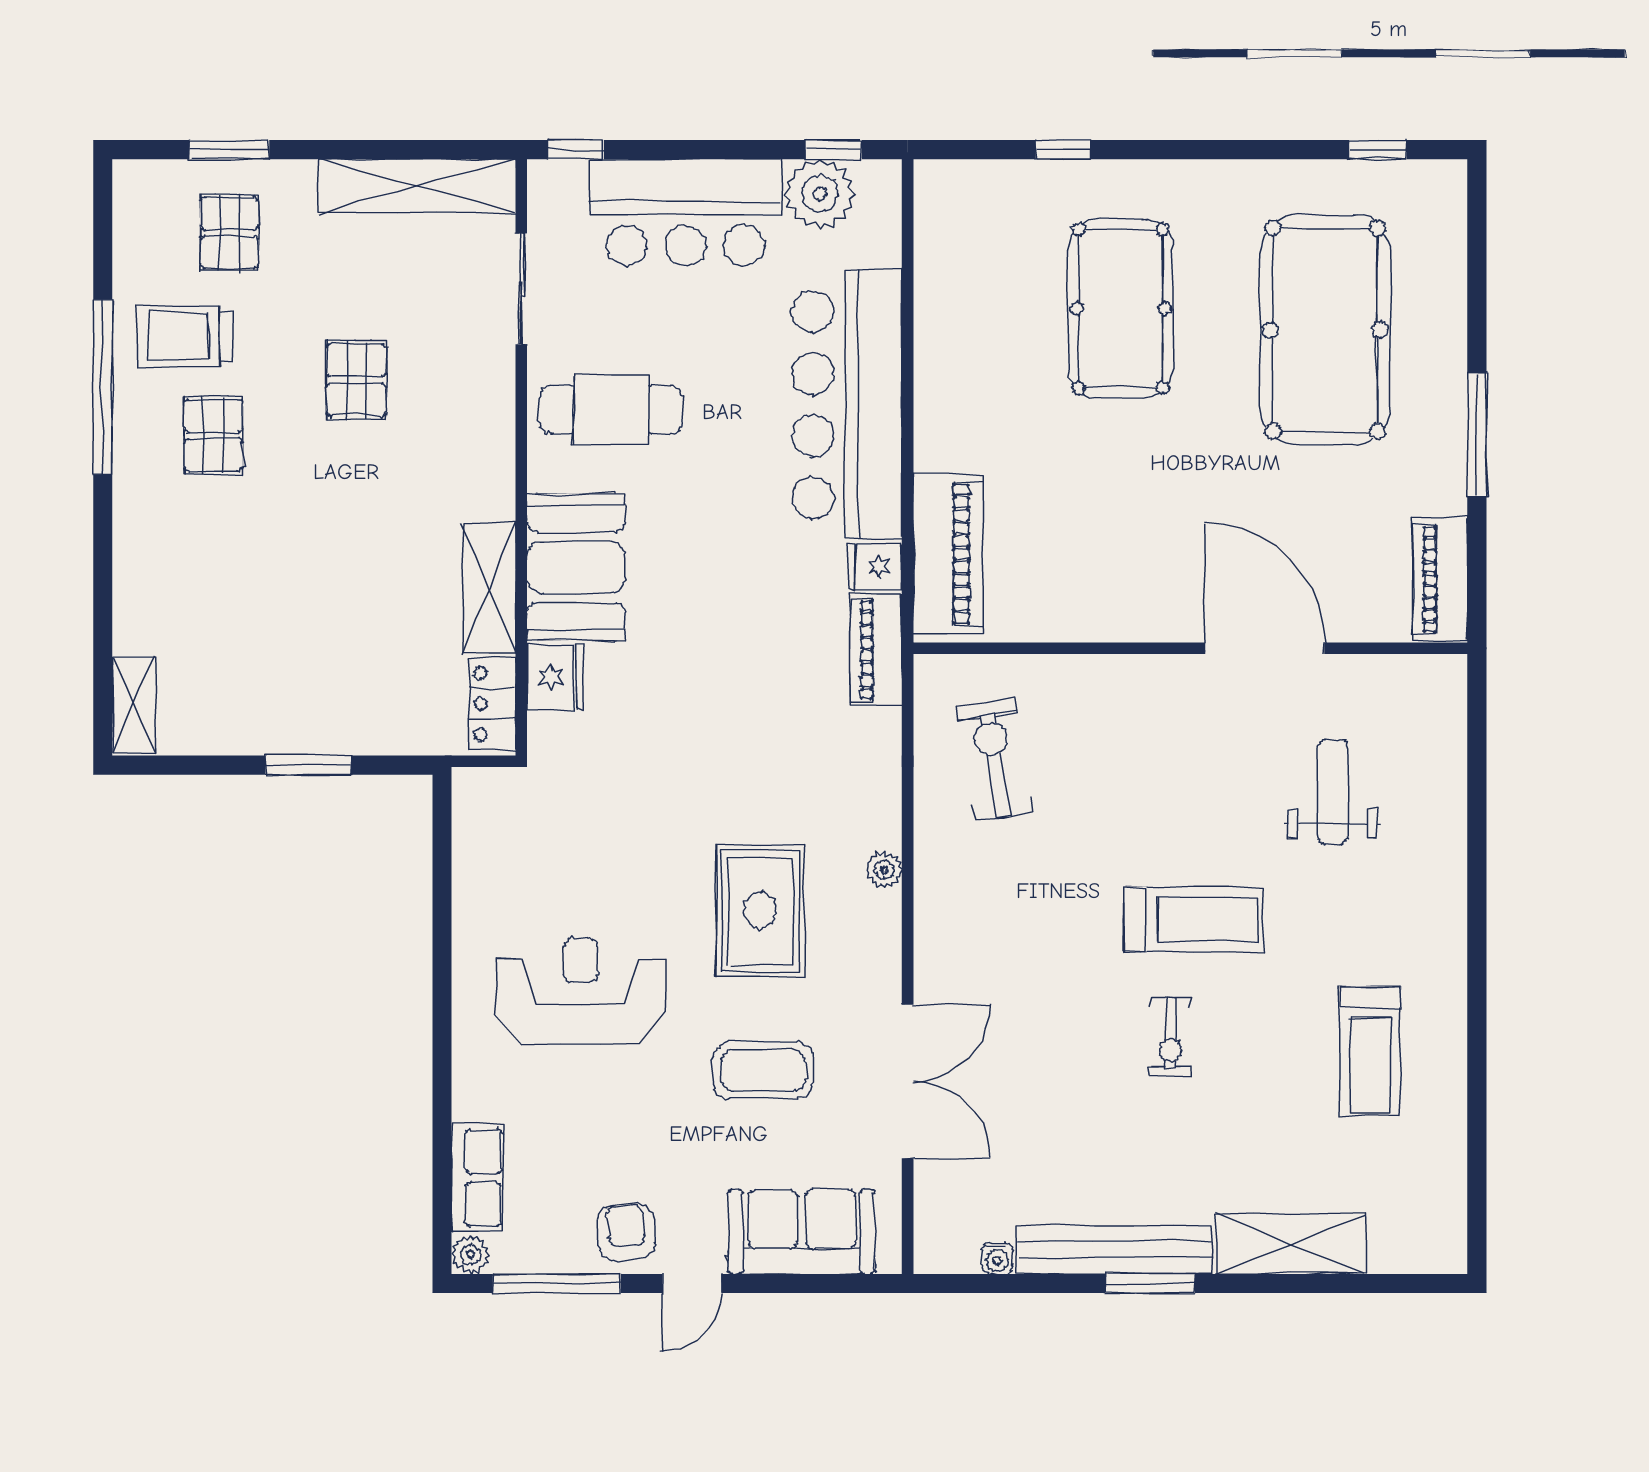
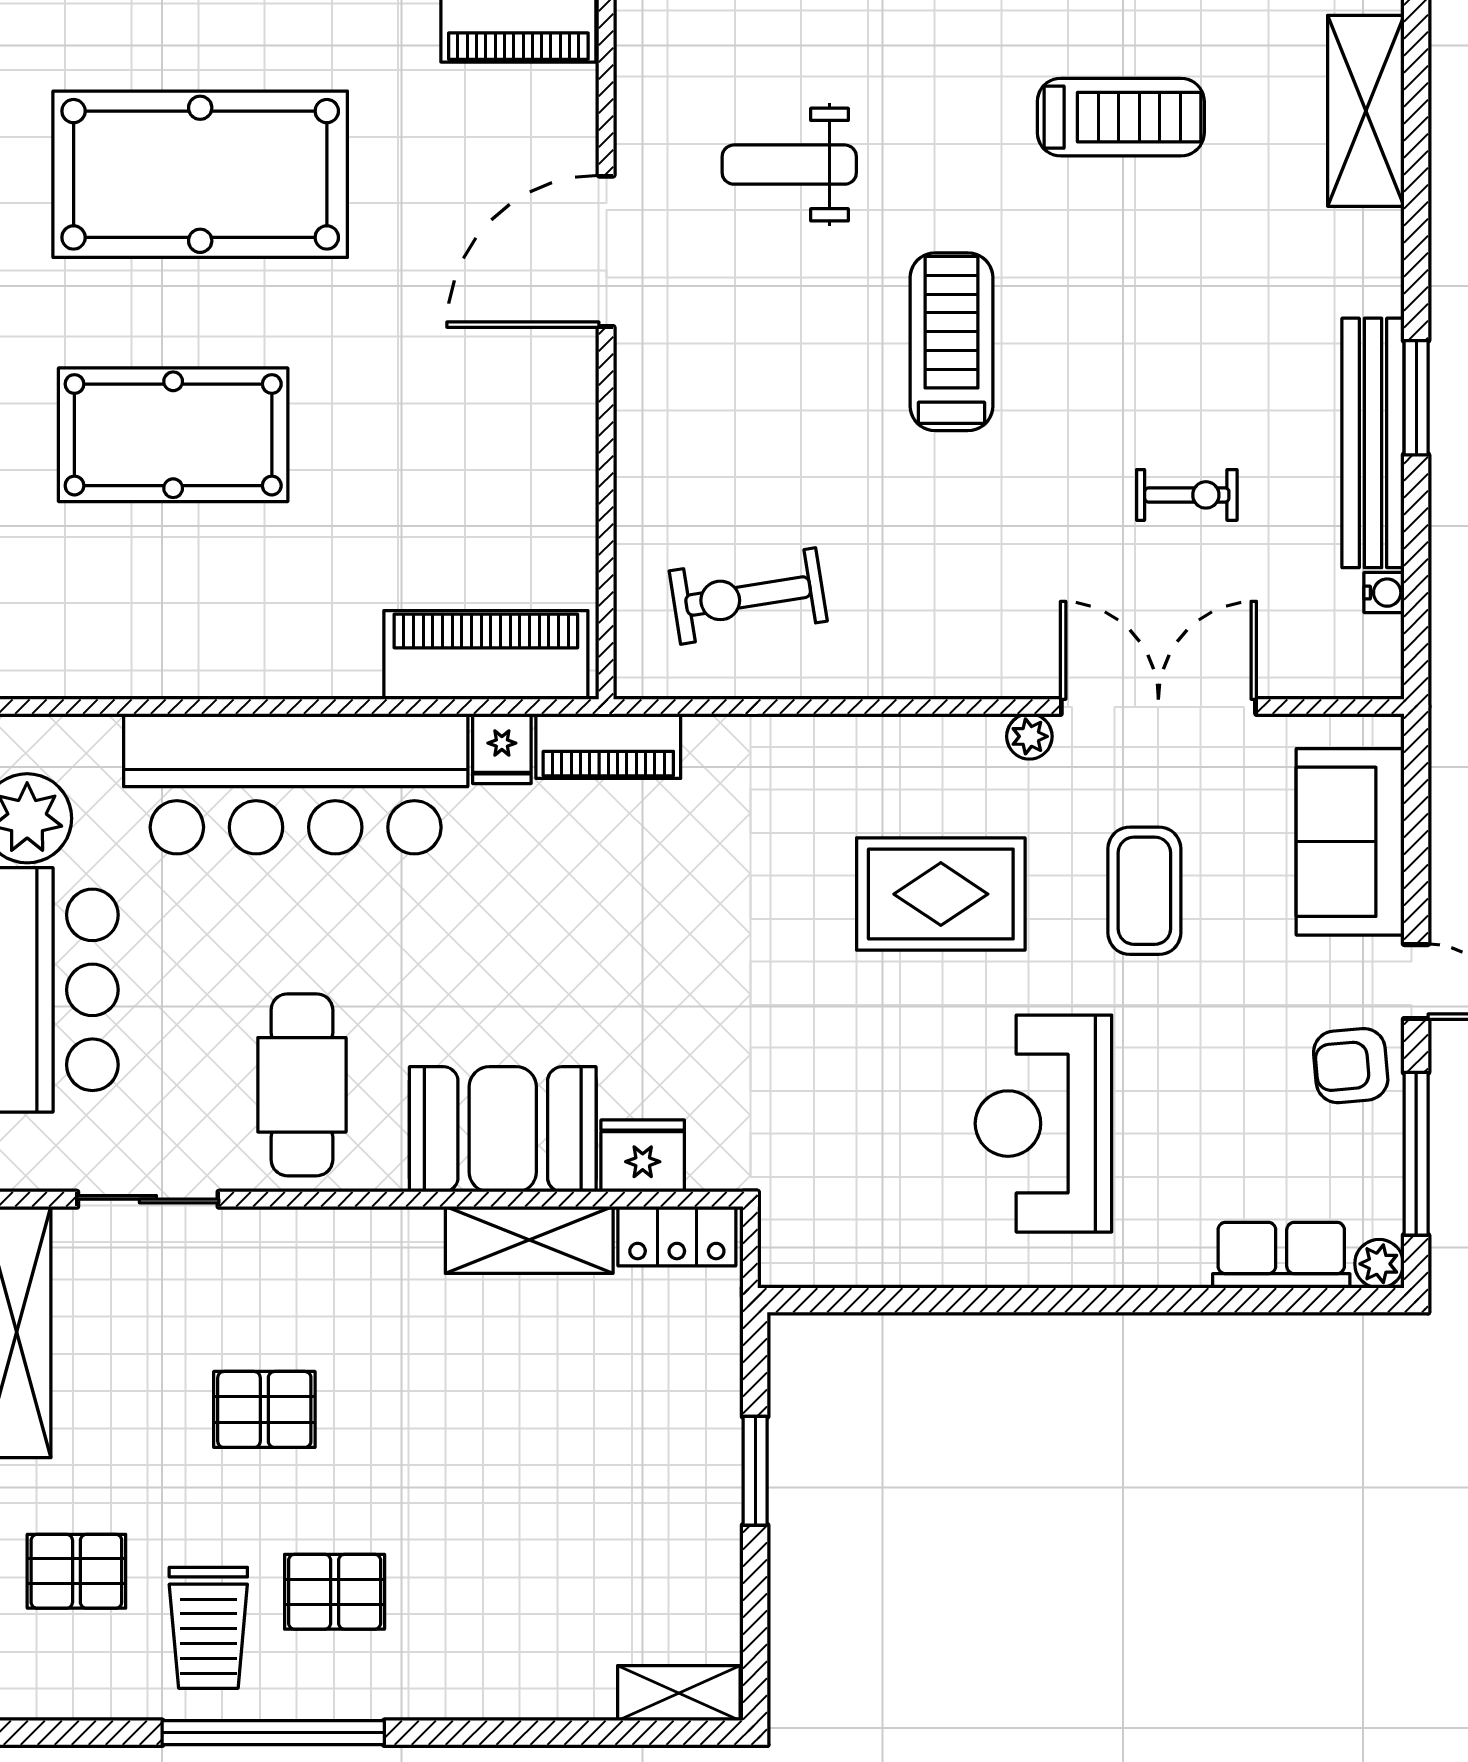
plant: (884, 870) -> (1029, 736), moved
exercise bike: (1170, 1036) -> (1187, 495), moved
shelving: (1291, 1244) -> (1366, 111), moved

